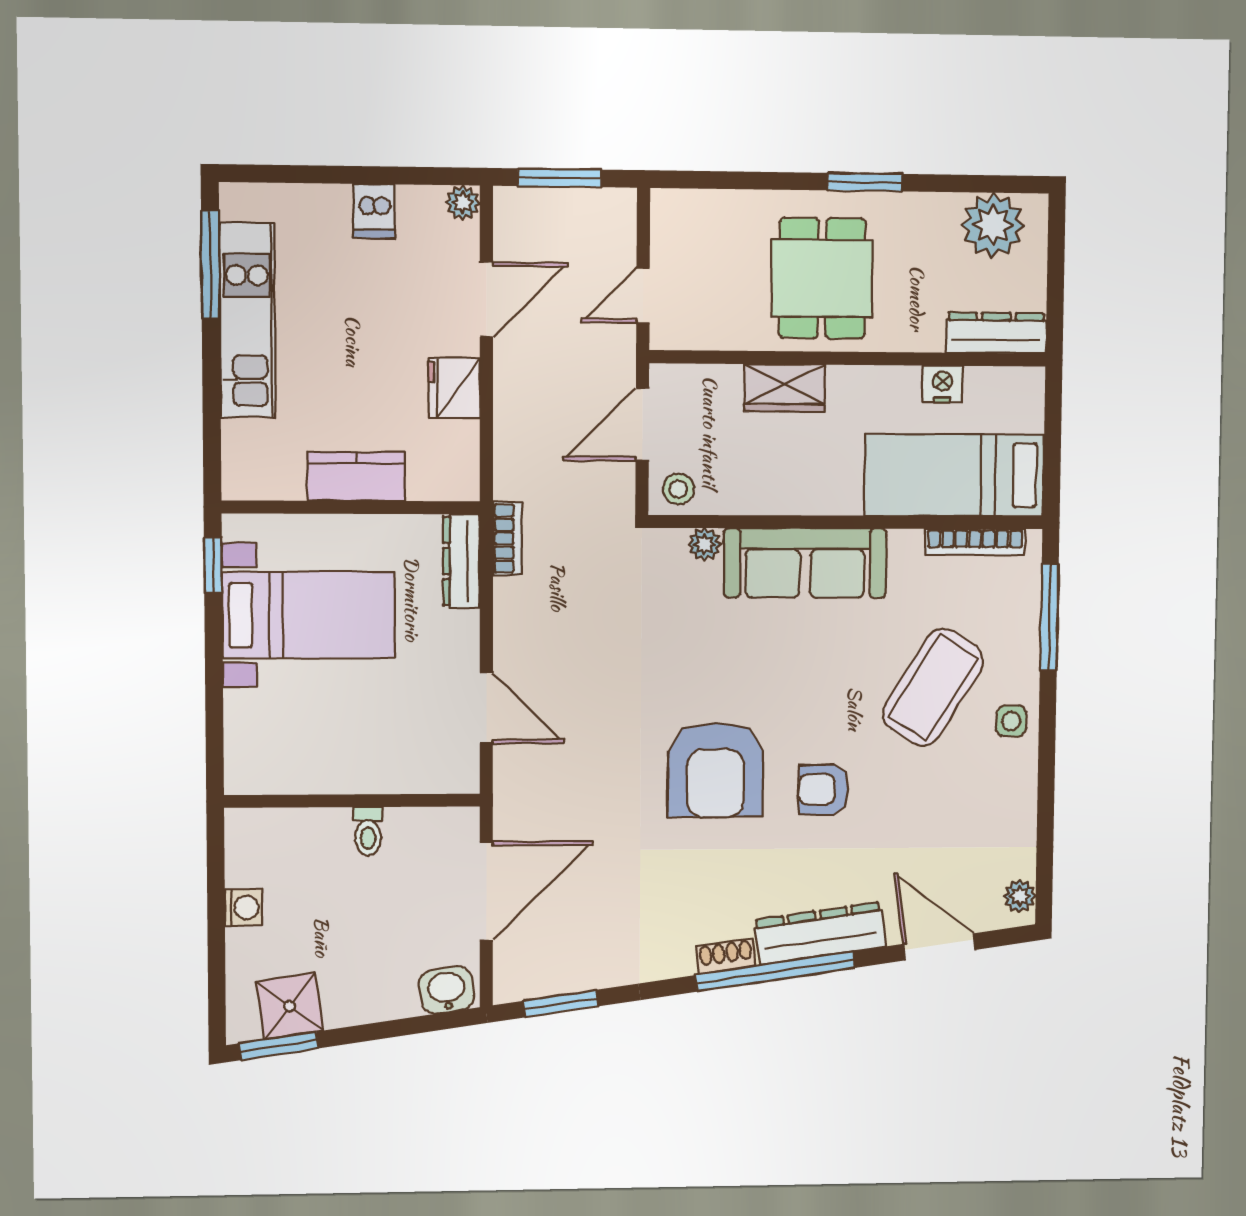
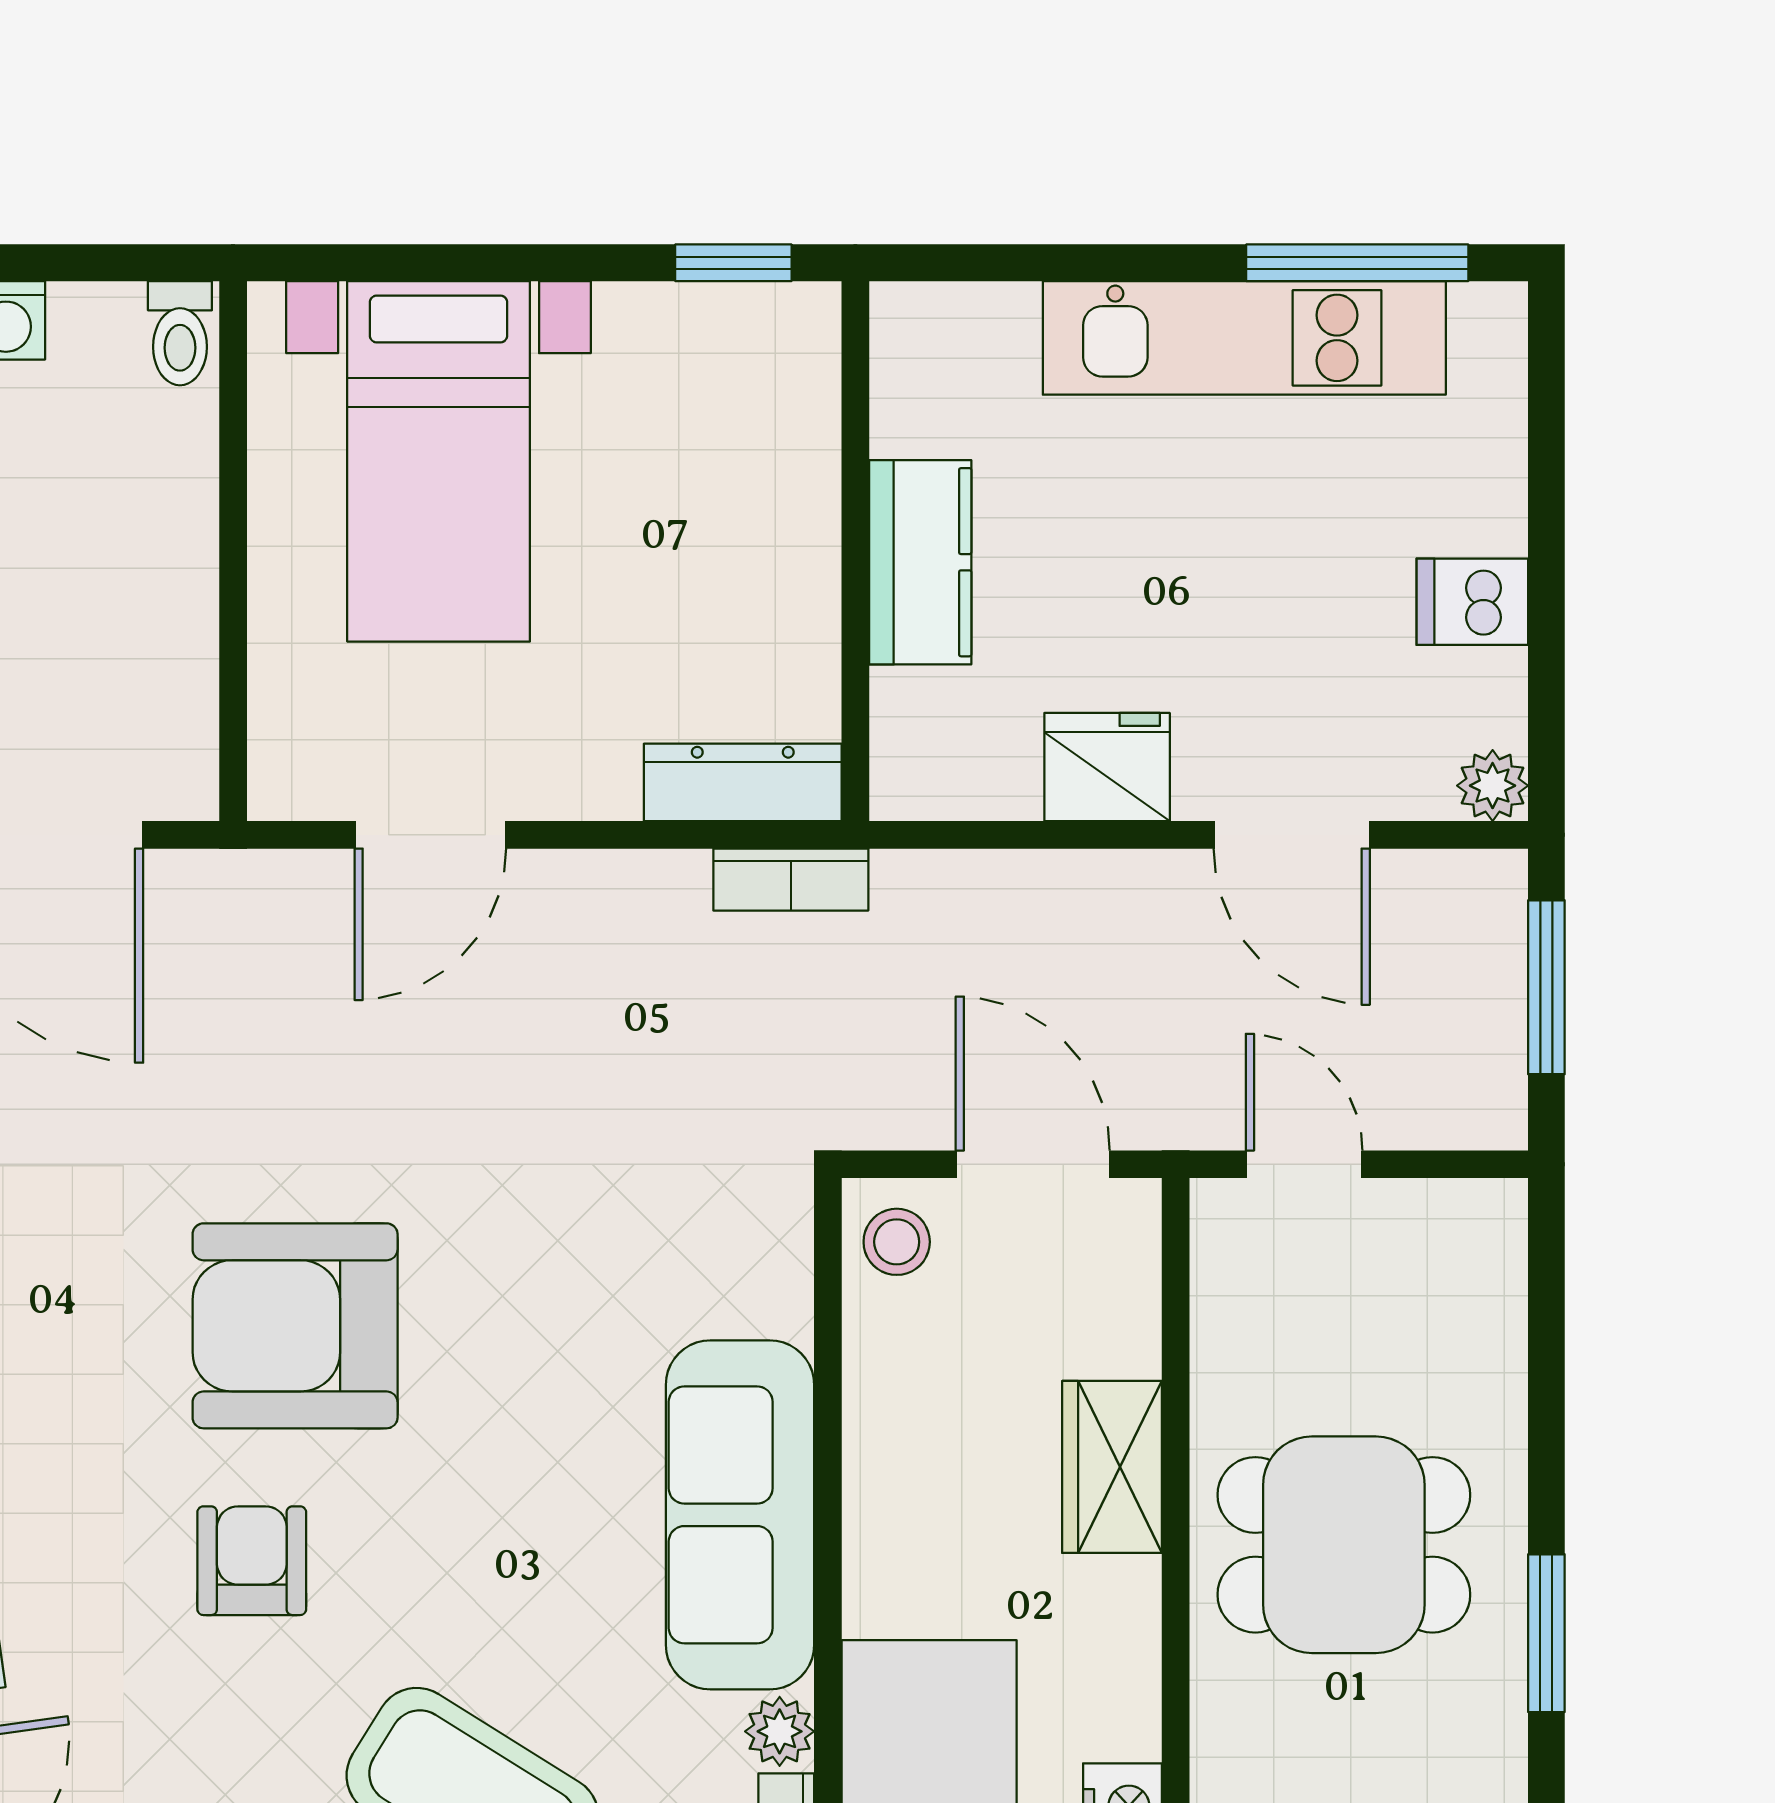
plant: (704, 544) -> (780, 1731), moved
bed with nightstands: (309, 615) -> (439, 461), moved
toilet: (368, 831) -> (180, 333), moved, turned -90

